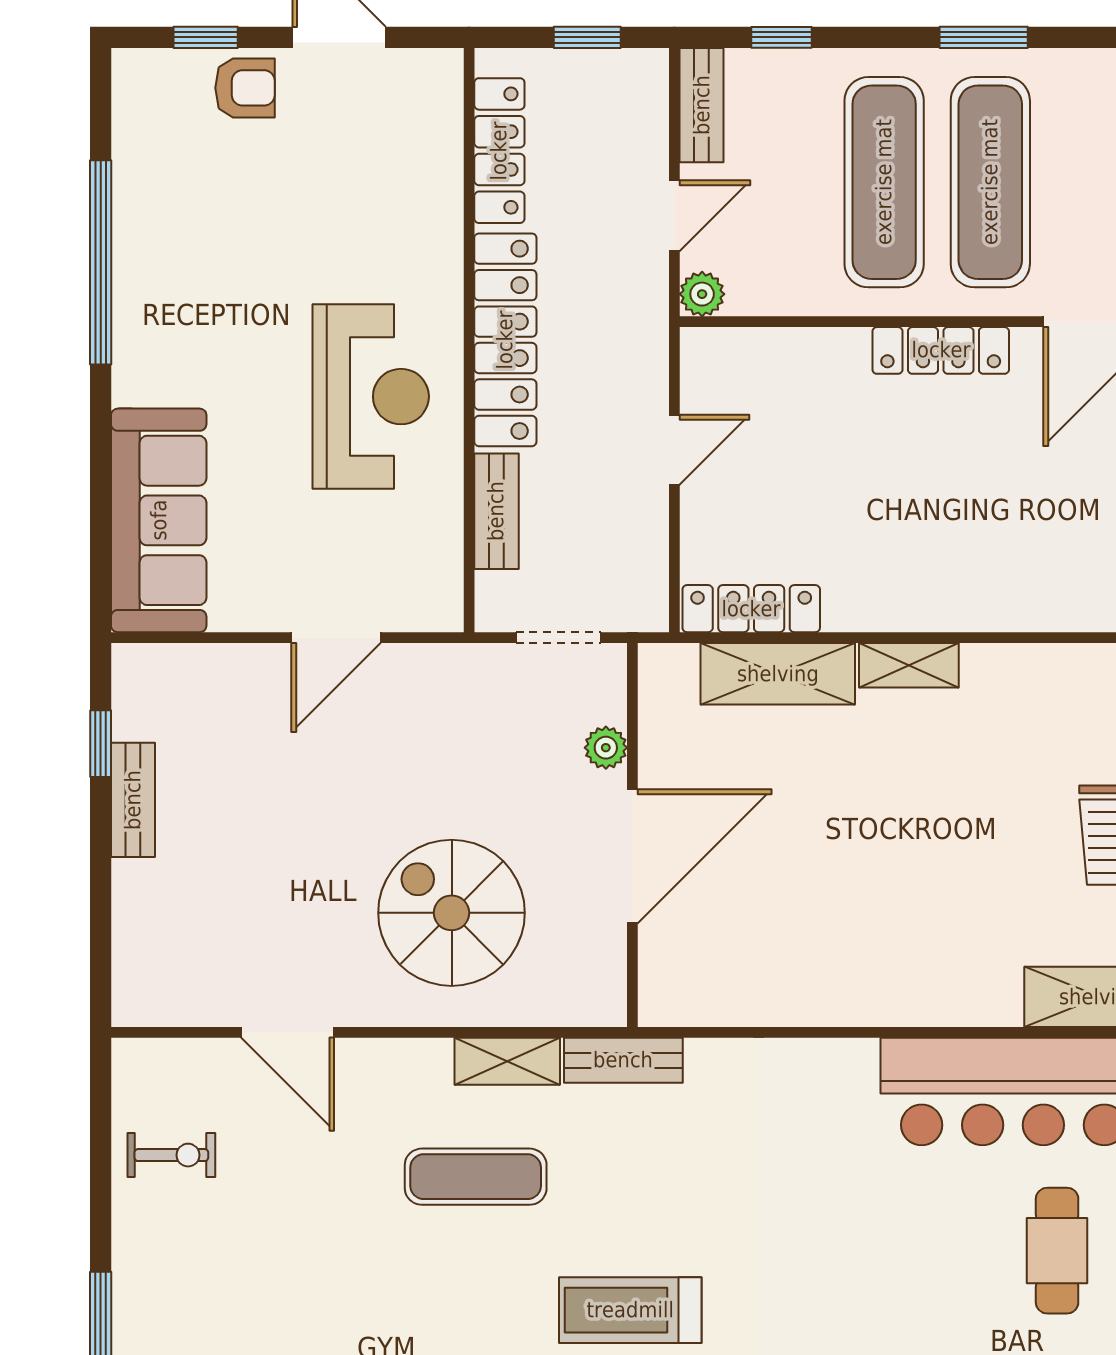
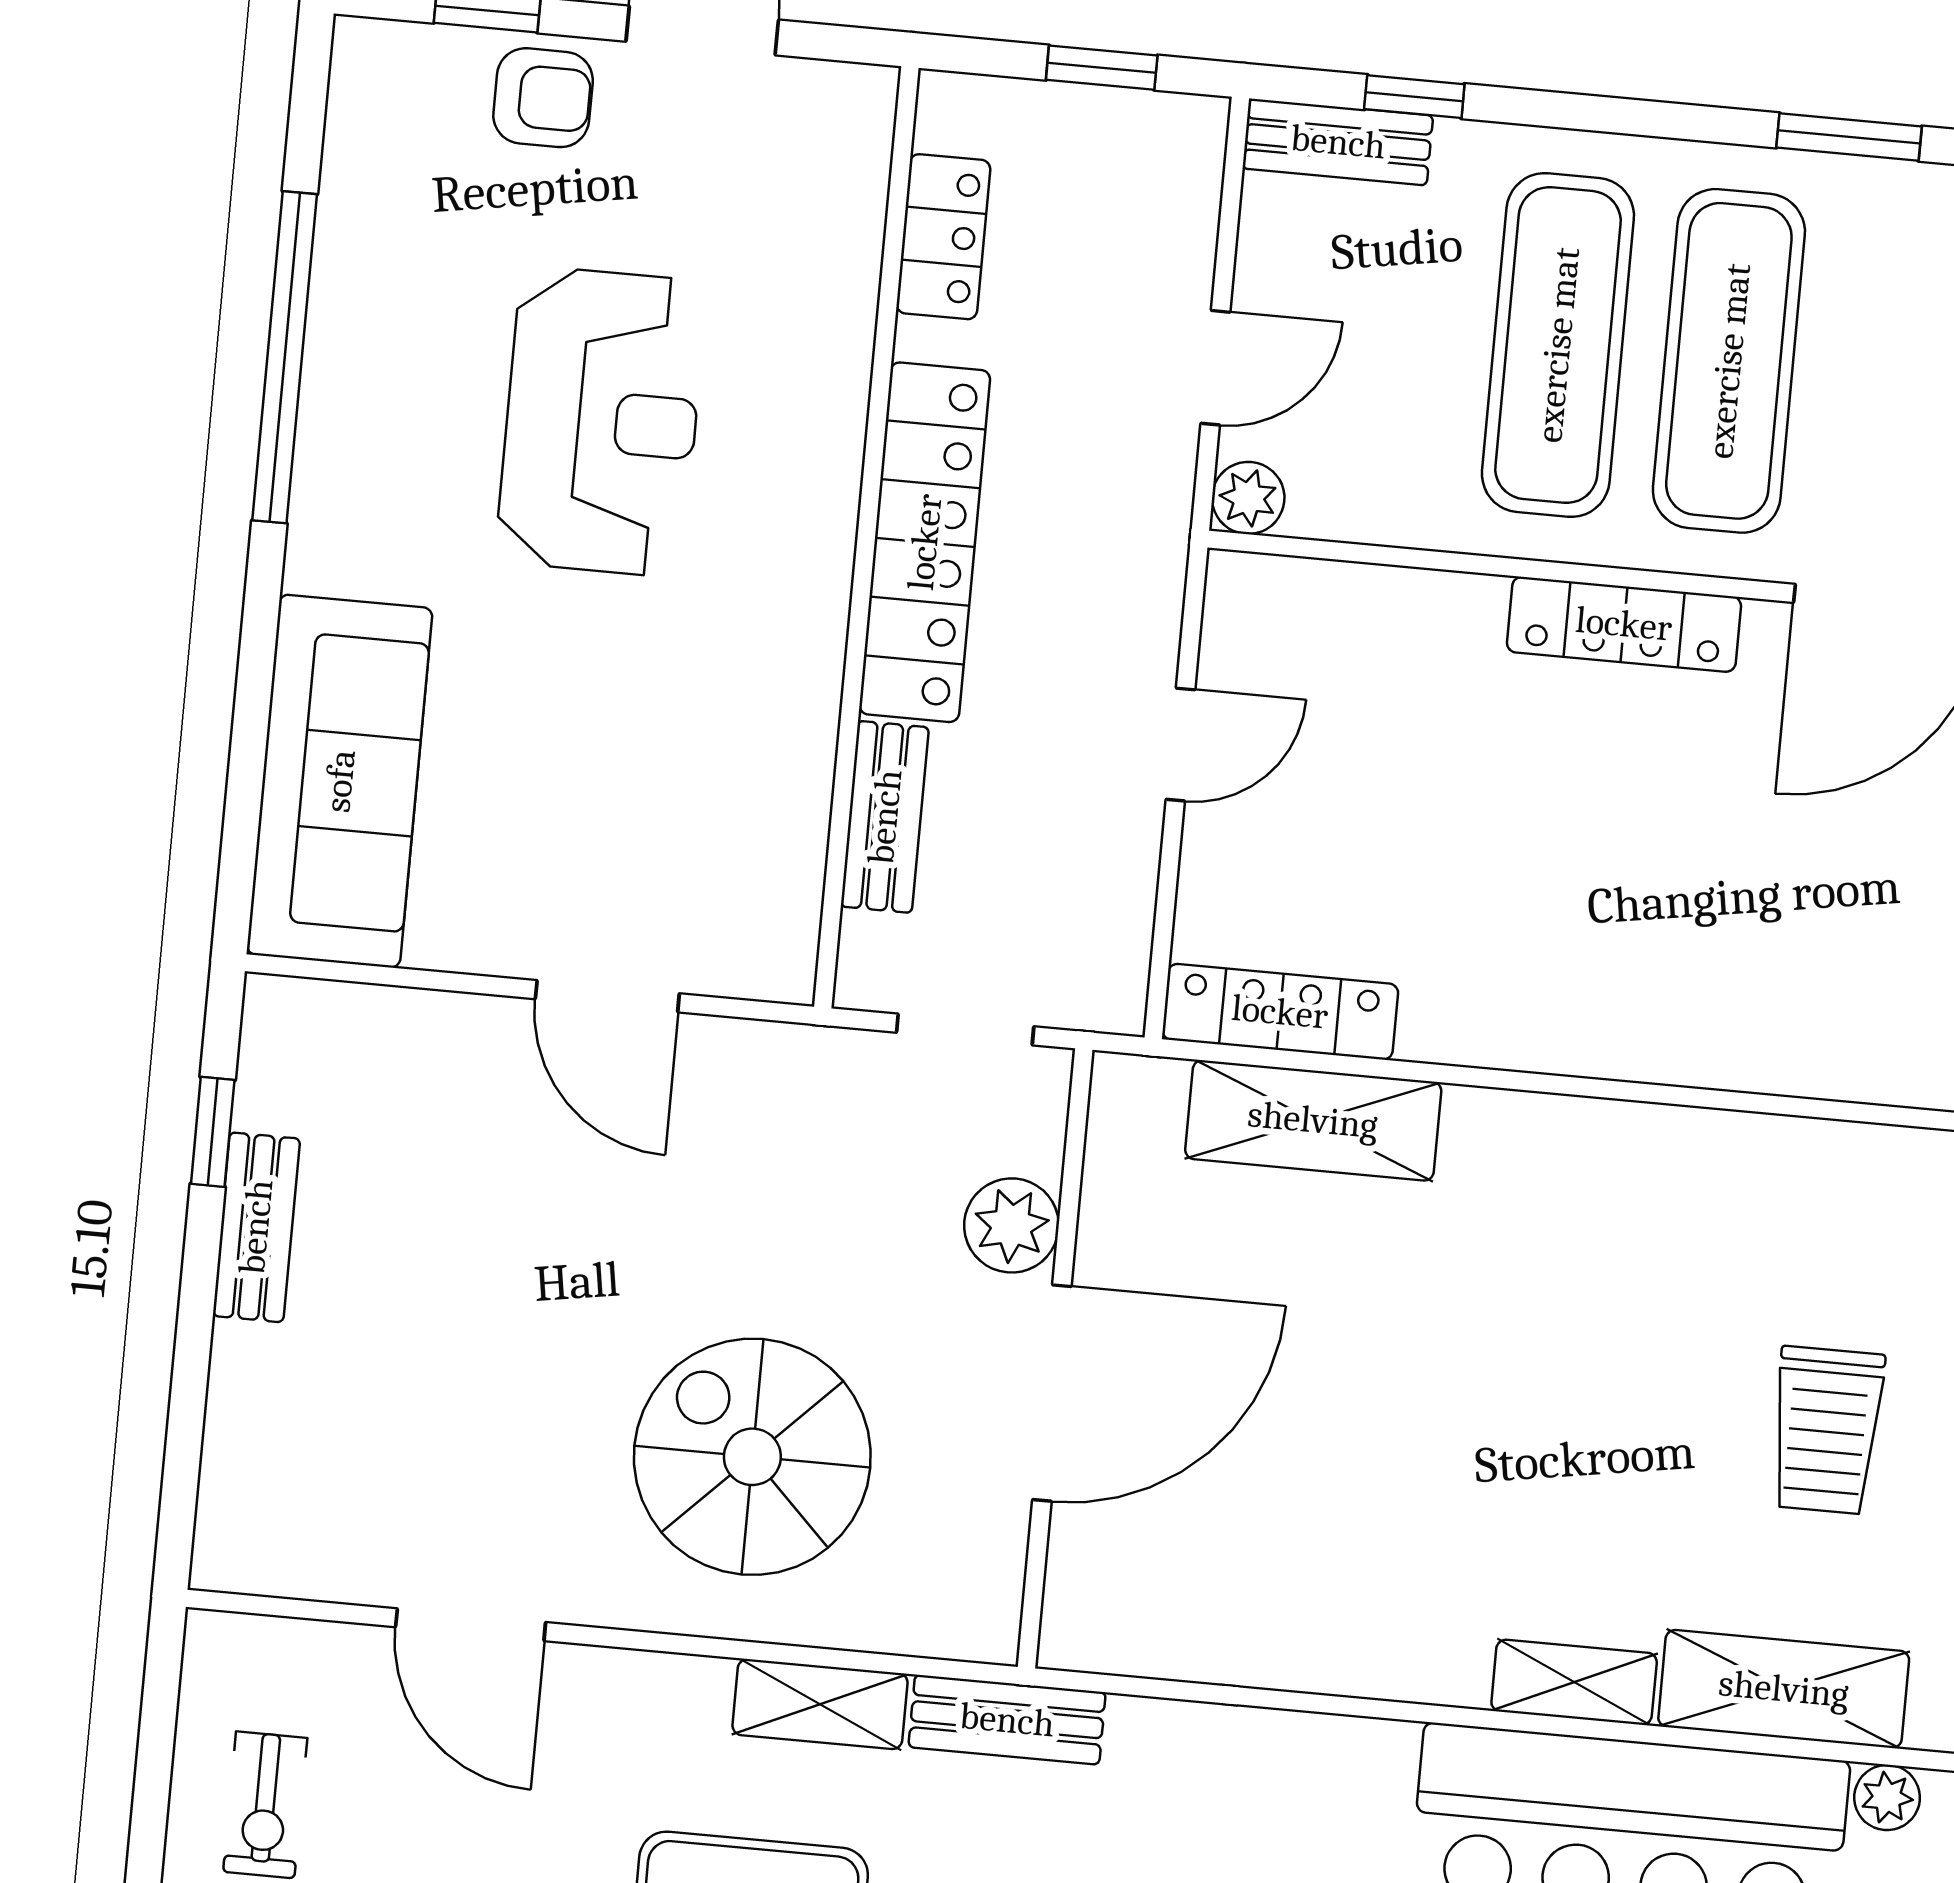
window: (984, 37) -> (1849, 137), moved
bench: (702, 105) -> (1338, 142), moved, turned 90
locker: (499, 151) -> (943, 237), width x0.66
reception desk: (371, 397) -> (601, 421), moved
door: (336, 638) -> (607, 996), hinge flipped
shelving: (909, 665) -> (1574, 1682), moved
plant: (606, 748) -> (1011, 1225), width x1.38, depth x1.38
exercise bike: (171, 1155) -> (265, 1805), turned 90

